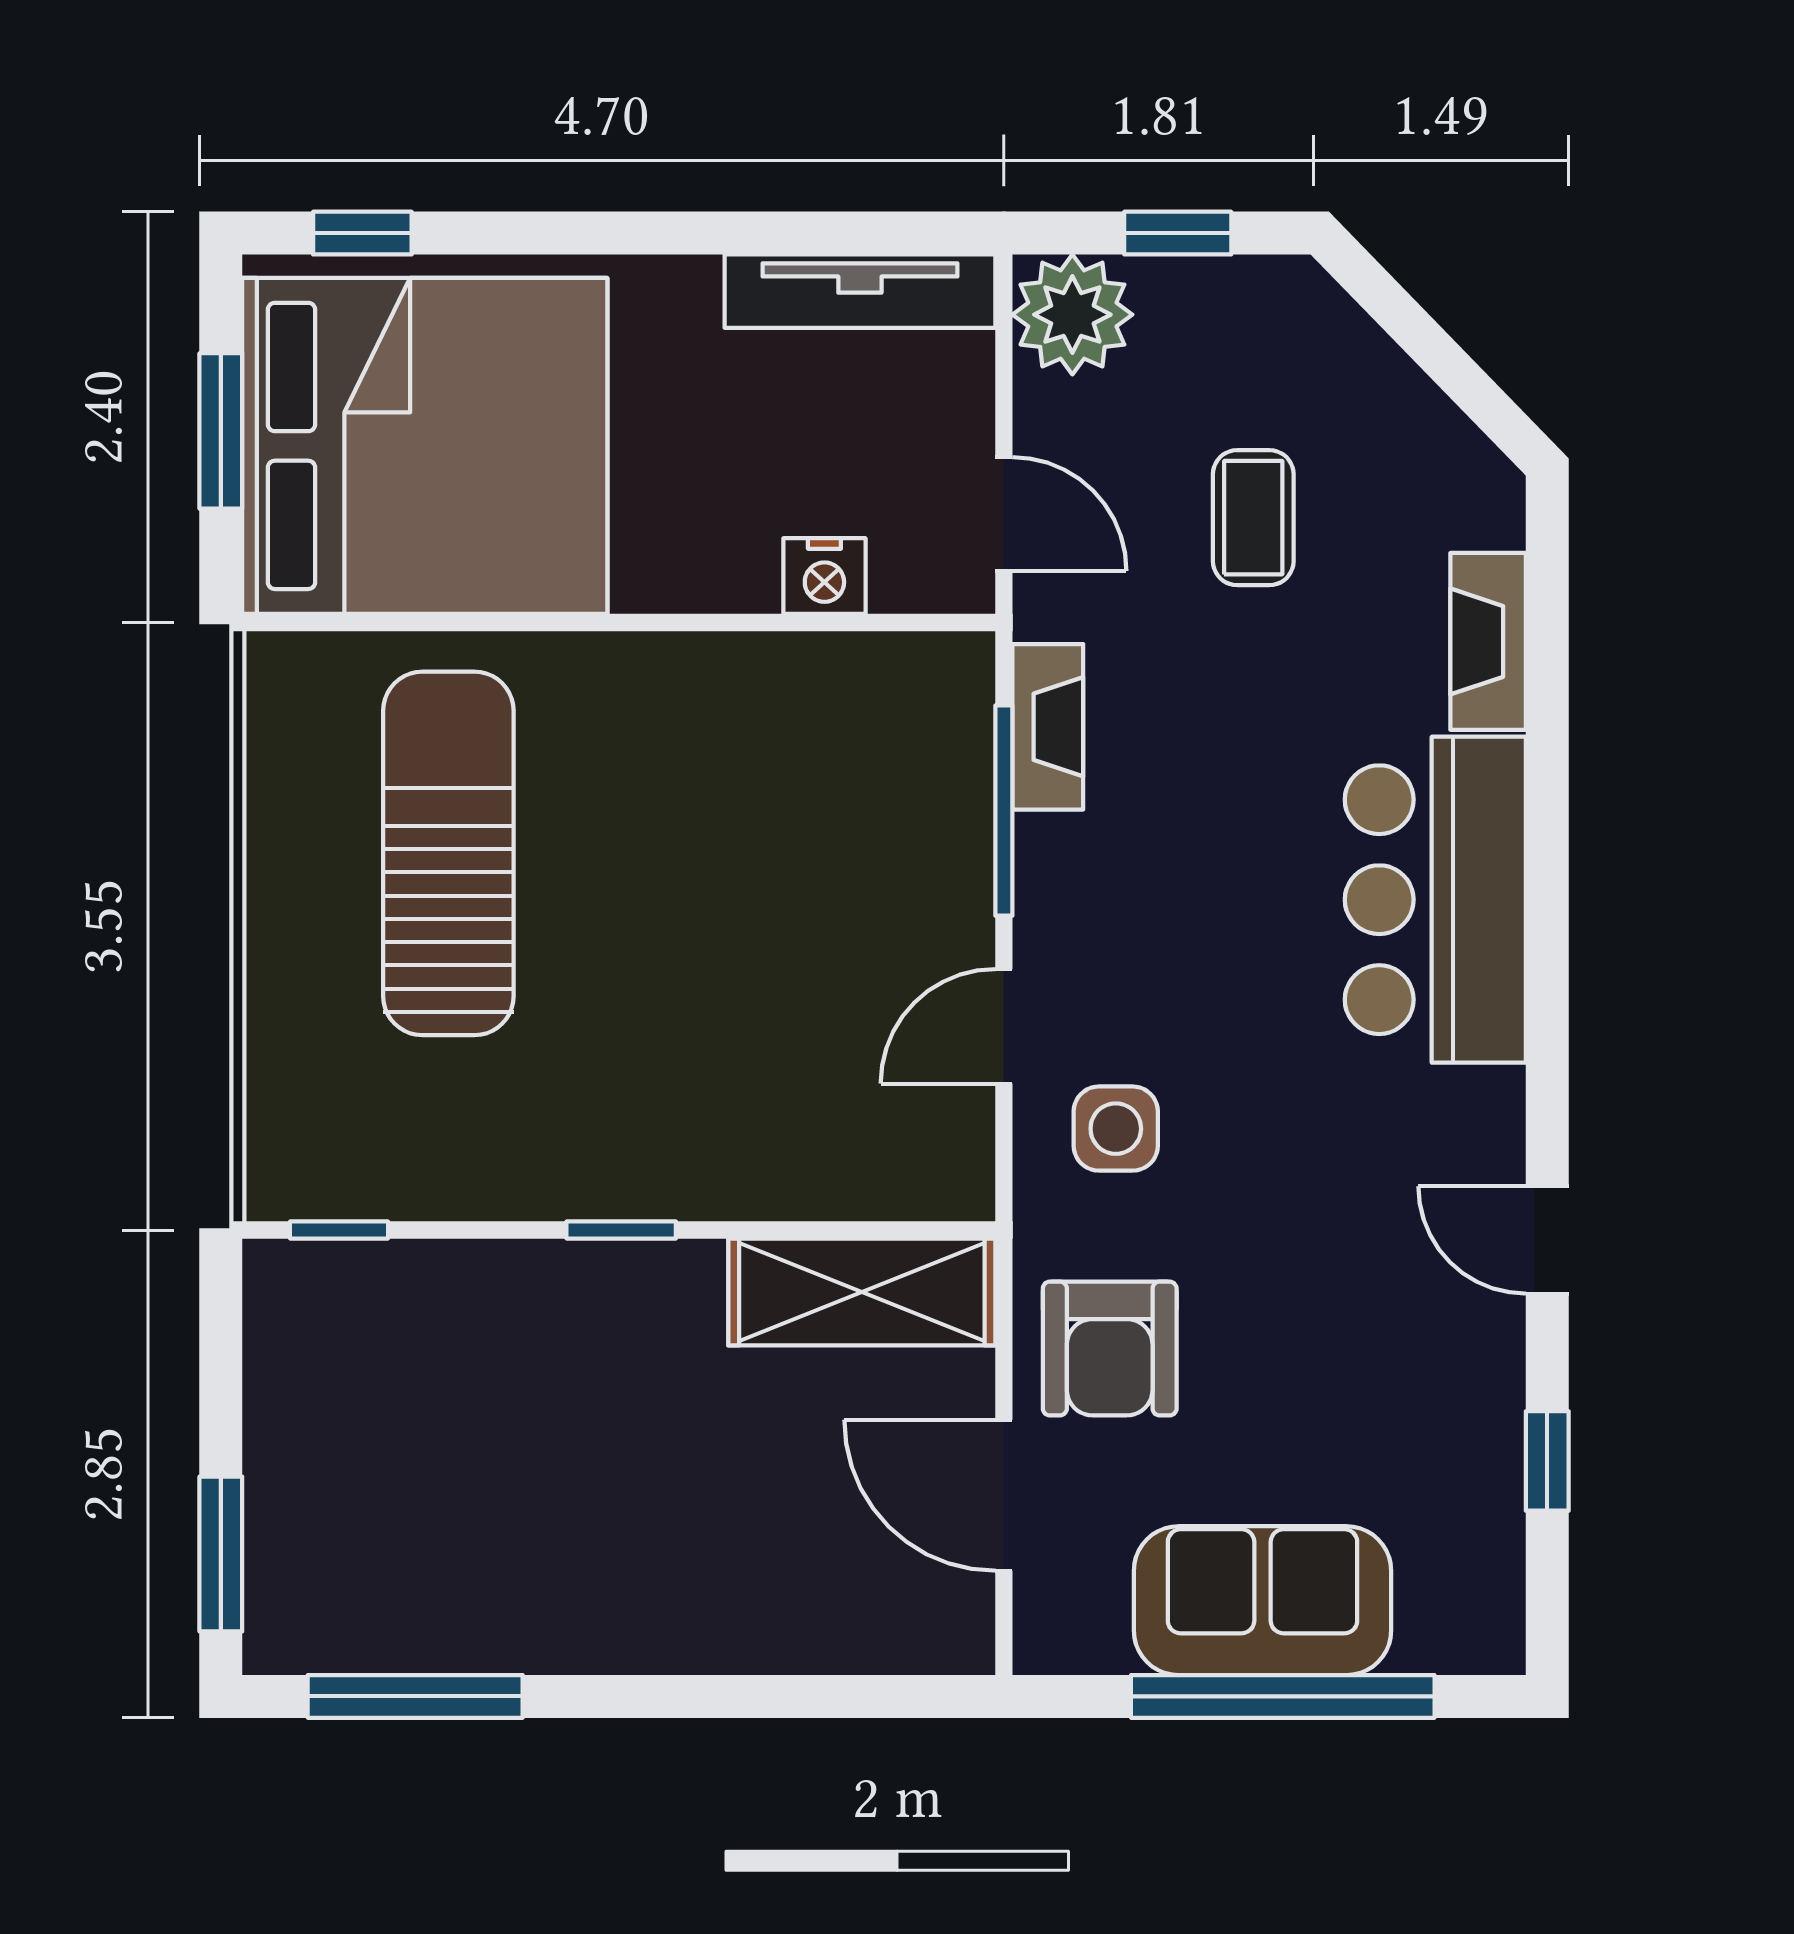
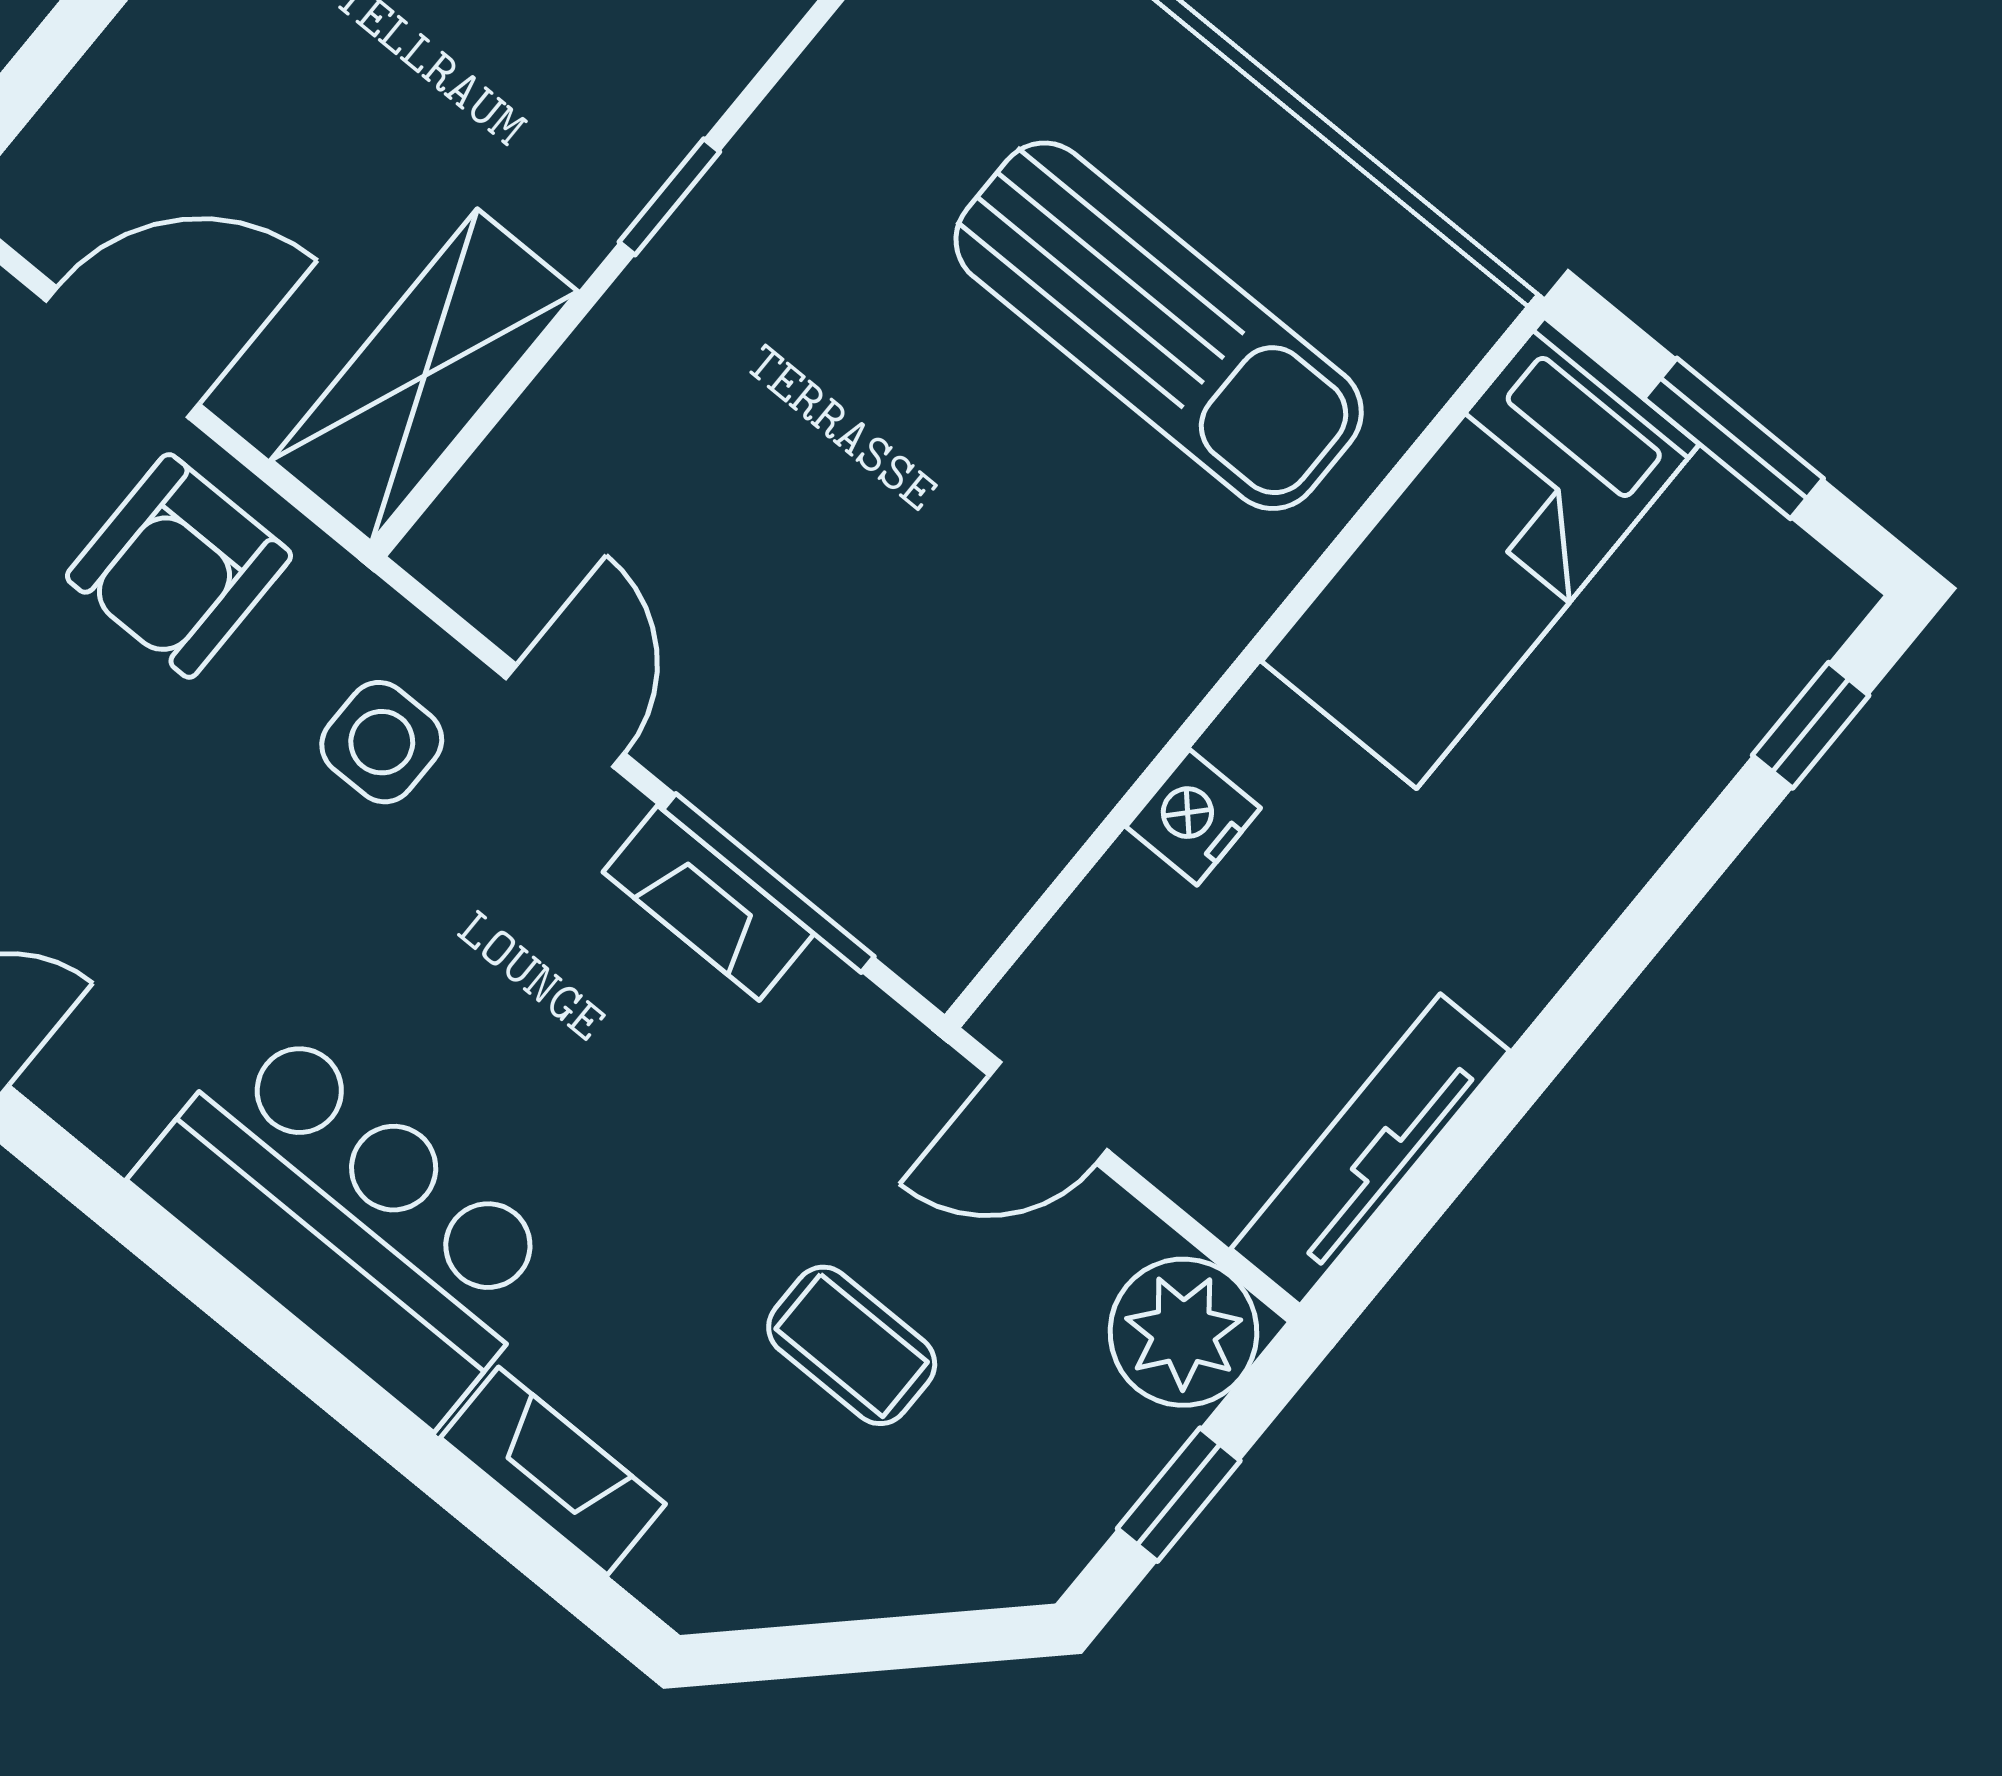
bed: (425, 446) -> (1480, 553), width x0.49
nightstand: (824, 576) -> (1193, 817), moved
fireplace: (1048, 727) -> (708, 903), moved
armchair: (1110, 1349) -> (179, 566), turned -90

